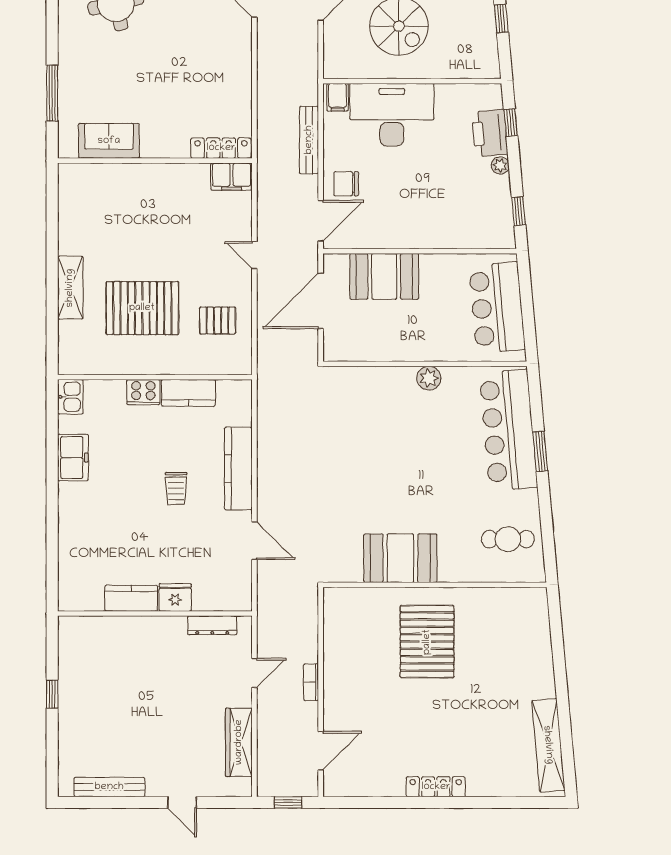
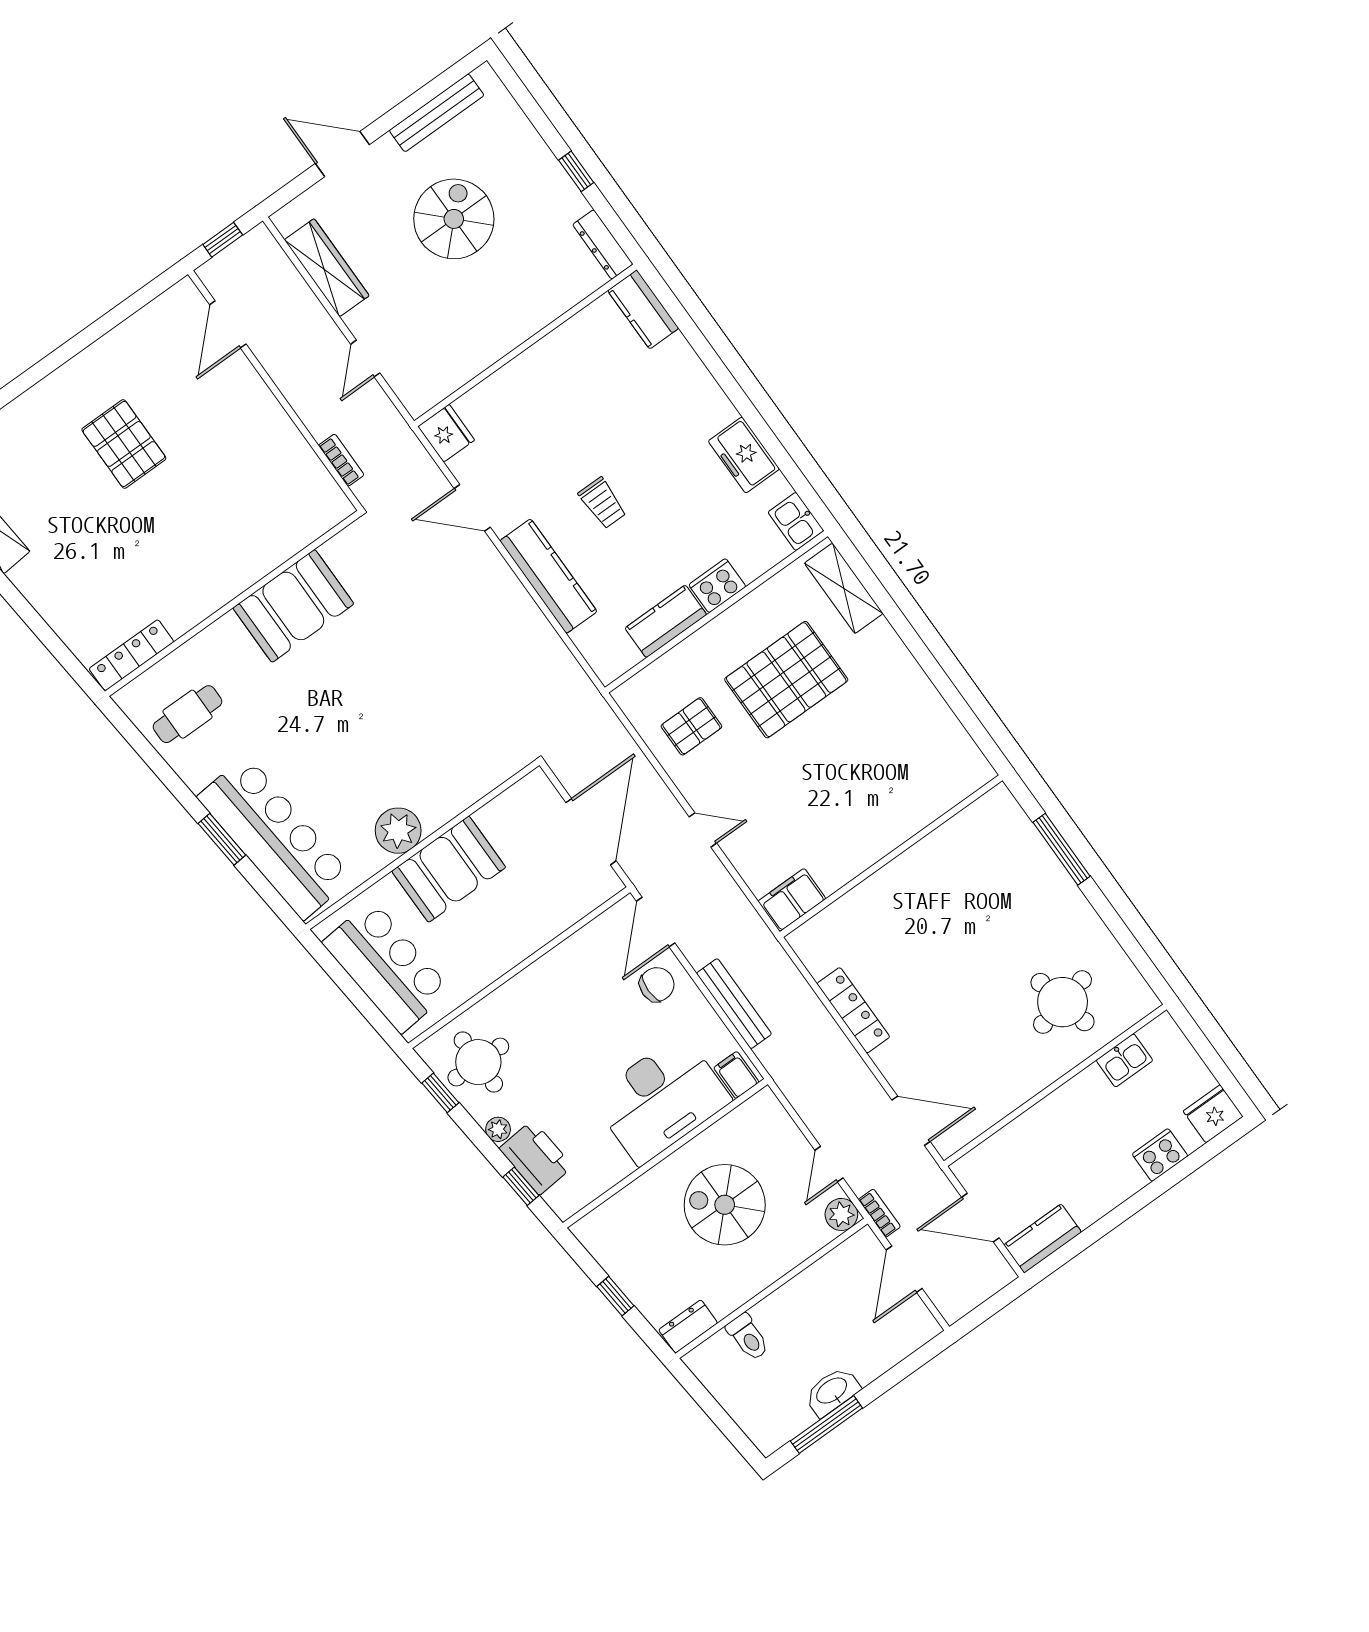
sofa: (109, 141) -> (959, 841), removed
locker: (221, 148) -> (853, 1010), moved, turned -90
round table: (483, 213) -> (478, 1062), added
booth: (384, 276) -> (449, 869), moved
shelving: (70, 288) -> (844, 588), moved
plant: (429, 378) -> (398, 831), width x1.36, depth x1.36
trolley: (176, 489) -> (602, 503), turned 180
fridge: (175, 597) -> (446, 433), moved, turned -90
kitchen counter: (131, 598) -> (643, 309), moved, turned 90
dresser: (212, 625) -> (603, 244), moved, turned -90
pallet: (427, 642) -> (124, 444), moved, width x0.73, depth x0.71
bookcase: (311, 682) -> (341, 460), moved
spiral stairs: (144, 718) -> (454, 219), added
locker: (436, 787) -> (131, 655), moved, turned 180
door: (182, 802) -> (342, 154), width x1.38

